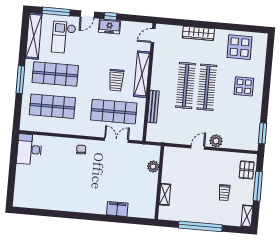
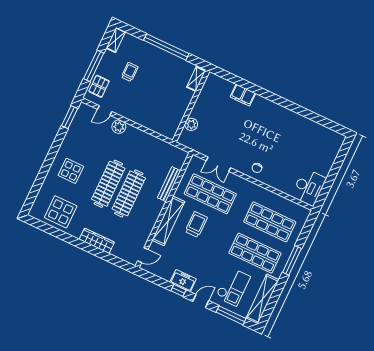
door: (198, 147) -> (105, 110), moved
shelving: (165, 194) -> (196, 79), moved

